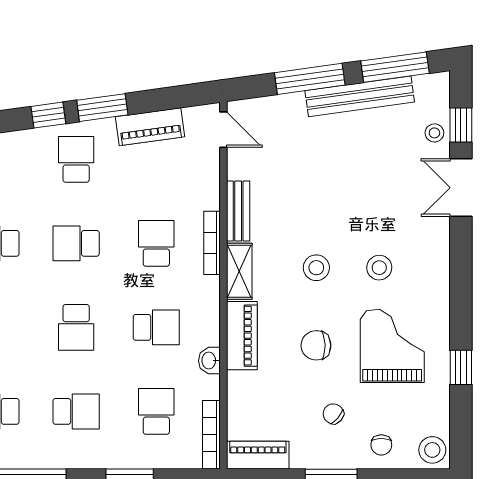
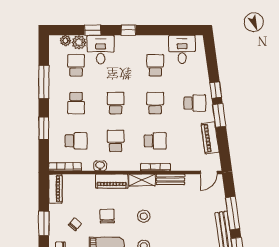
school desk: (76, 327) -> (116, 103), turned 90
school desk: (156, 327) -> (116, 141), turned 180

